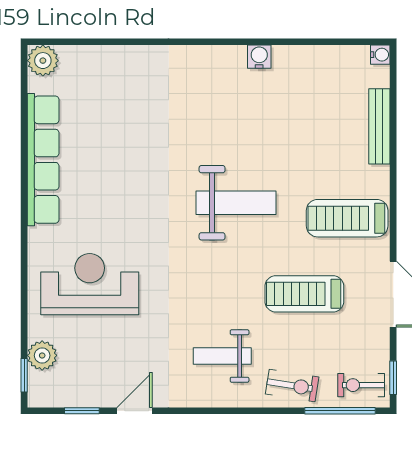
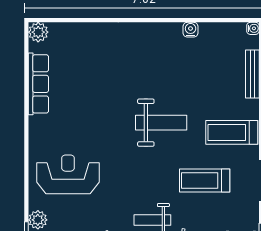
water cooler: (259, 57) -> (191, 30), moved
row of seats: (43, 160) -> (38, 84), width x0.73

